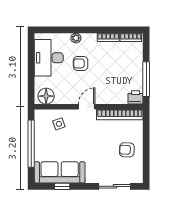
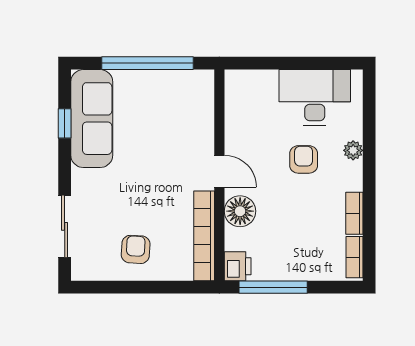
floor lamp: (46, 96) -> (240, 211), moved
side table: (59, 124) -> (186, 117), removed

